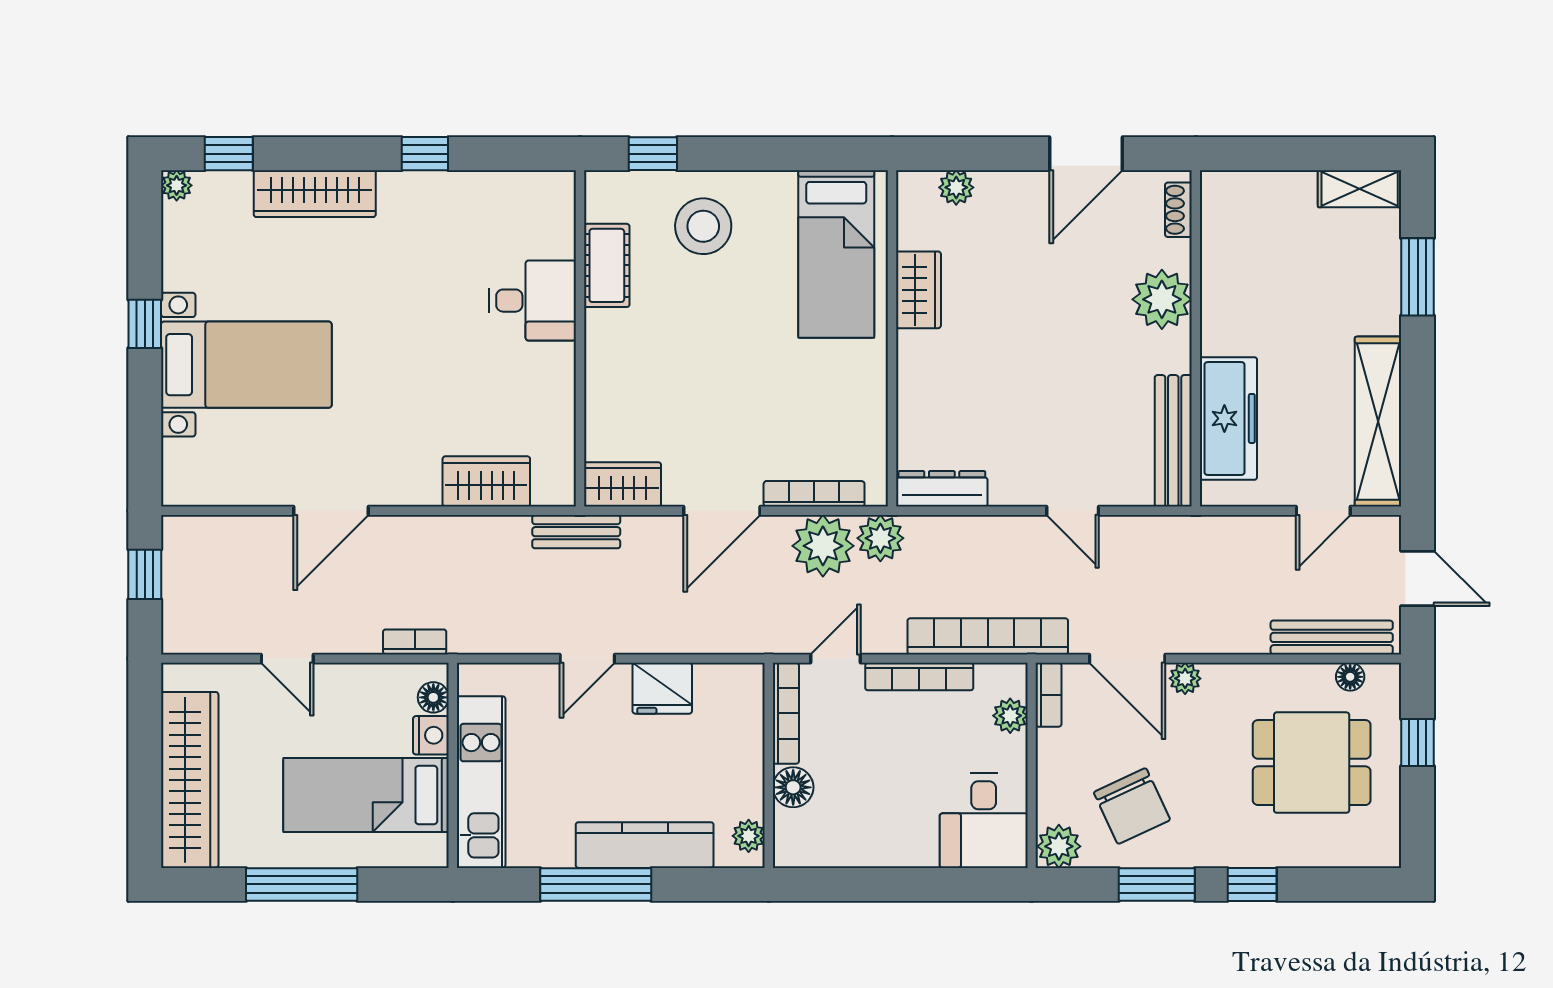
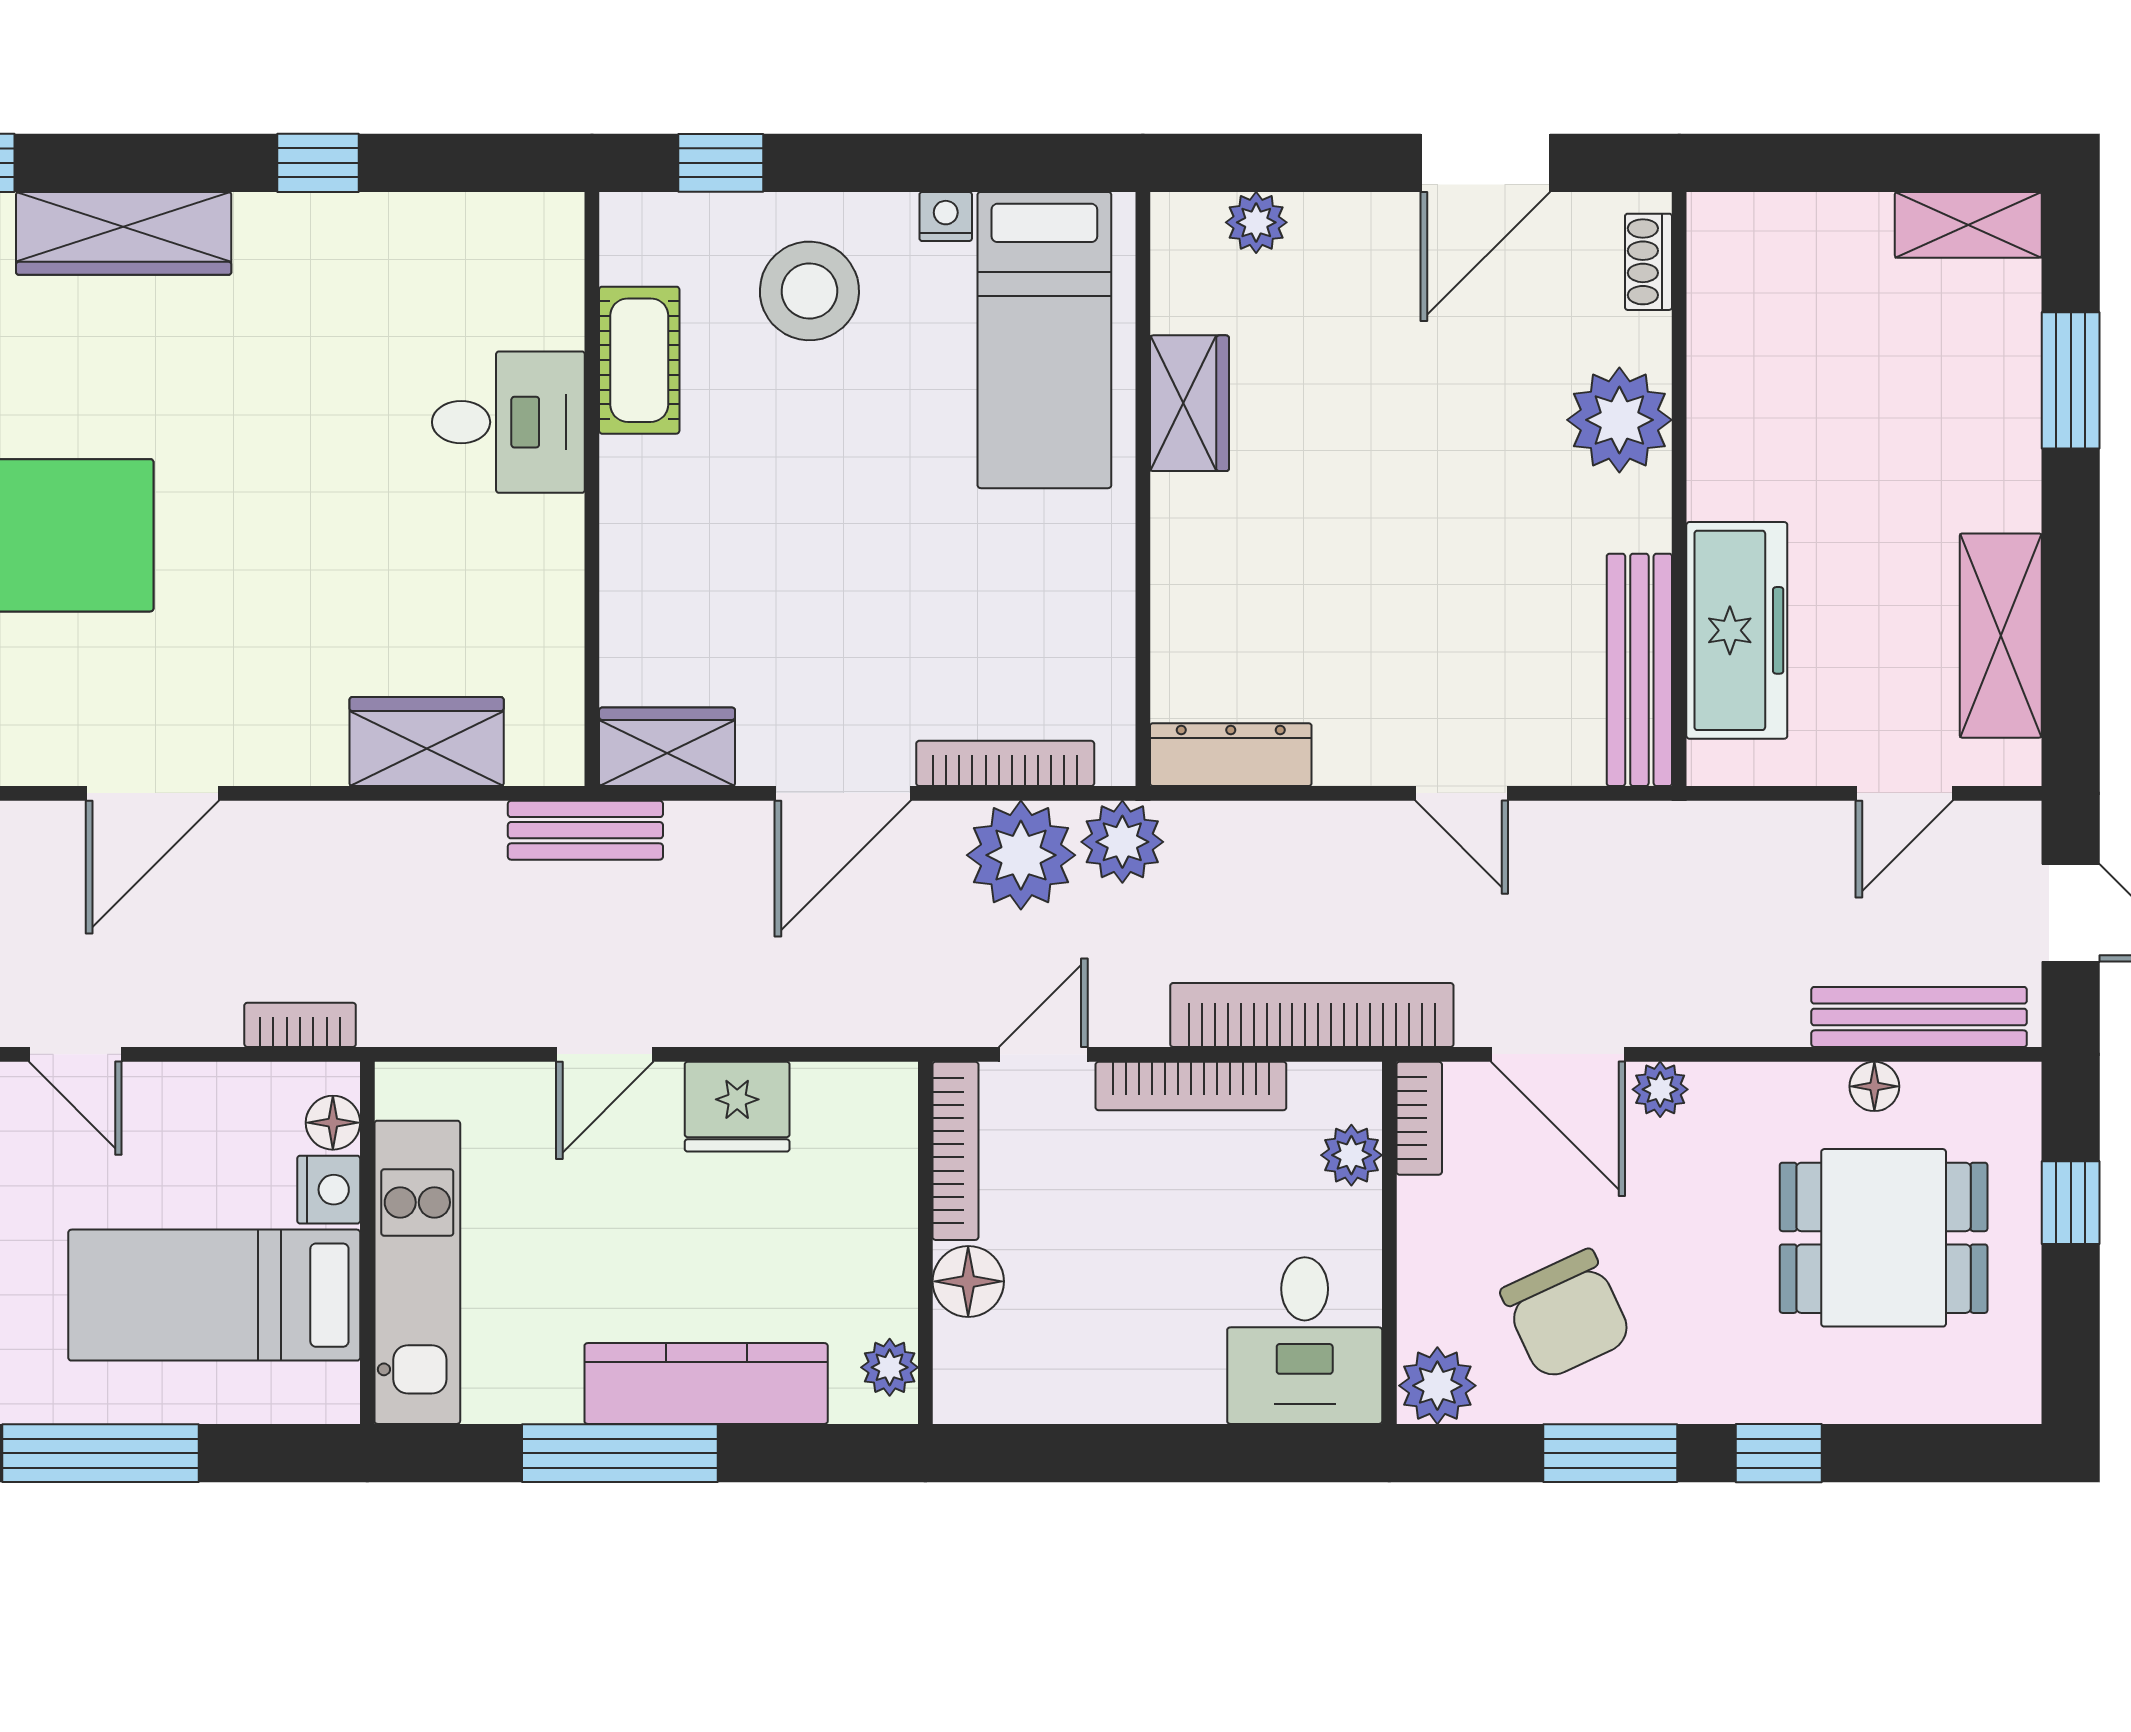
nightstand: (780, 184) -> (946, 217), added
shelving: (1378, 421) -> (2001, 636), width x0.68
floor lamp: (1350, 677) -> (1874, 1086), moved

